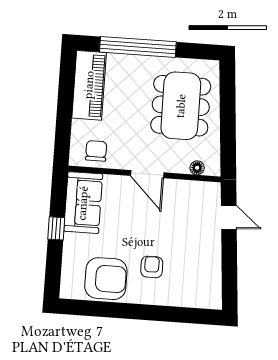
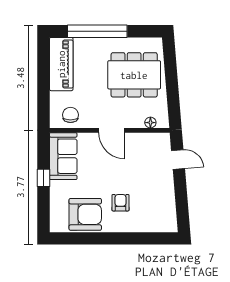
dining table: (181, 106) -> (134, 75), turned 90

